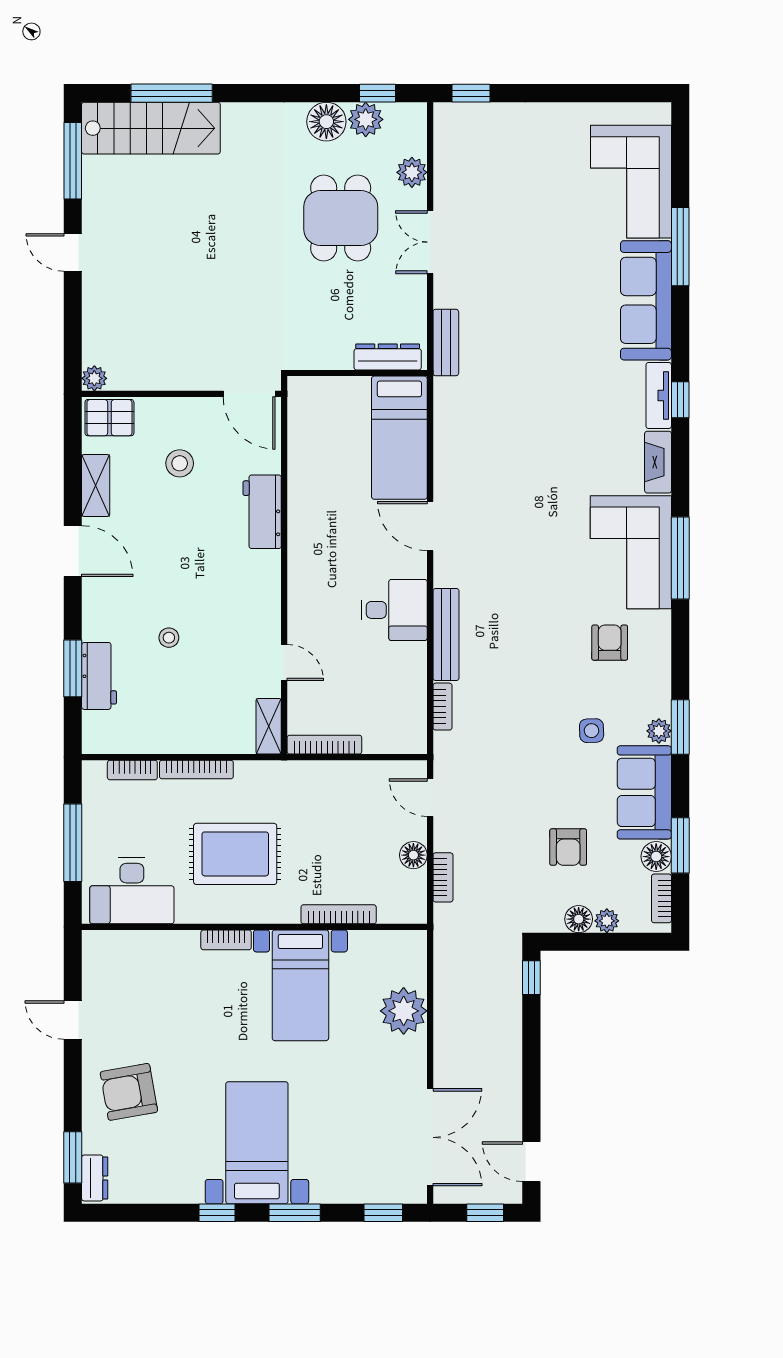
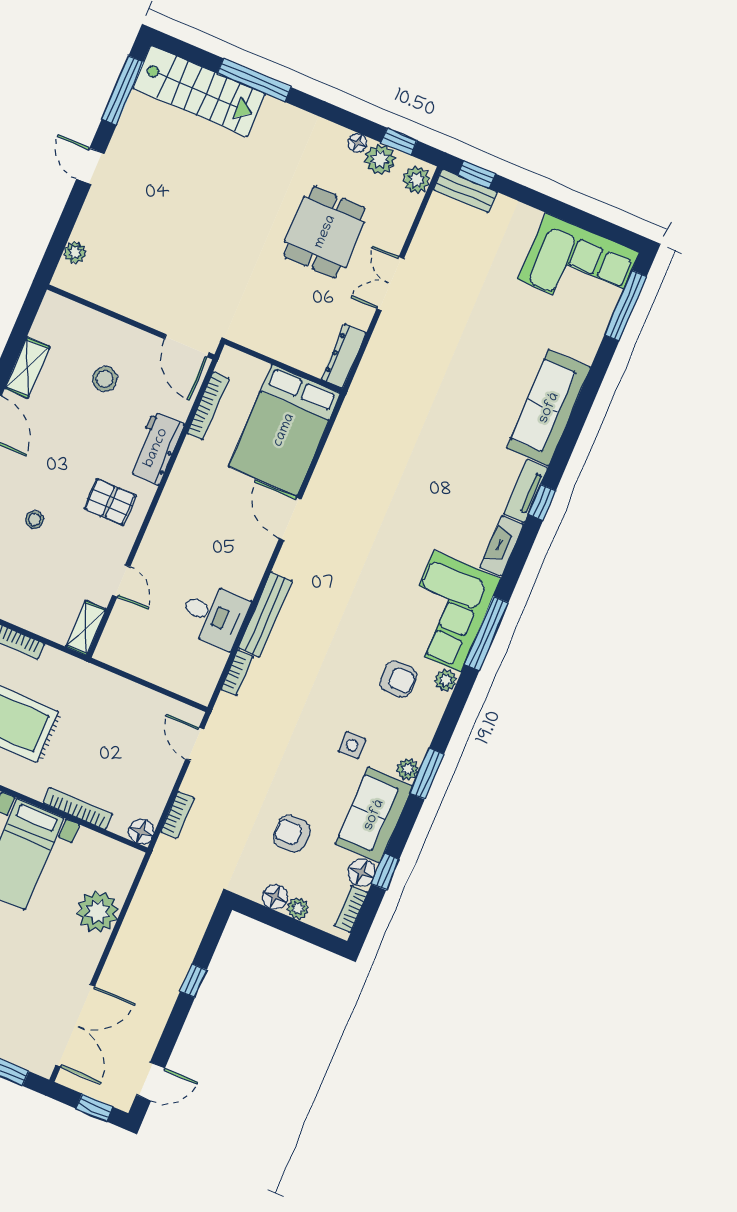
window: (172, 93) -> (254, 80), moved
floor lamp: (326, 122) -> (357, 143), width x0.53, depth x0.53
plant: (412, 172) -> (417, 180), moved
corner sofa: (631, 182) -> (578, 266), moved, turned -90
window: (680, 247) -> (626, 306), moved
bench: (446, 342) -> (465, 191), moved, turned 90
dresser: (388, 357) -> (344, 356), moved, turned -90
plant: (94, 378) -> (75, 252), moved
pallet: (109, 418) -> (110, 502), moved
bed: (399, 438) -> (284, 430), width x1.50
desk: (394, 610) -> (214, 615), moved
plant: (659, 624) -> (446, 680), added
armchair: (610, 643) -> (398, 679), turned 90
bookcase: (324, 745) -> (208, 406), moved, turned 90
window: (680, 845) -> (385, 872), width x0.67
armchair: (568, 847) -> (292, 834), turned 90
floor lamp: (413, 855) -> (141, 832), moved
window: (531, 978) -> (193, 981), moved
door: (531, 1162) -> (151, 1082), swing flipped

